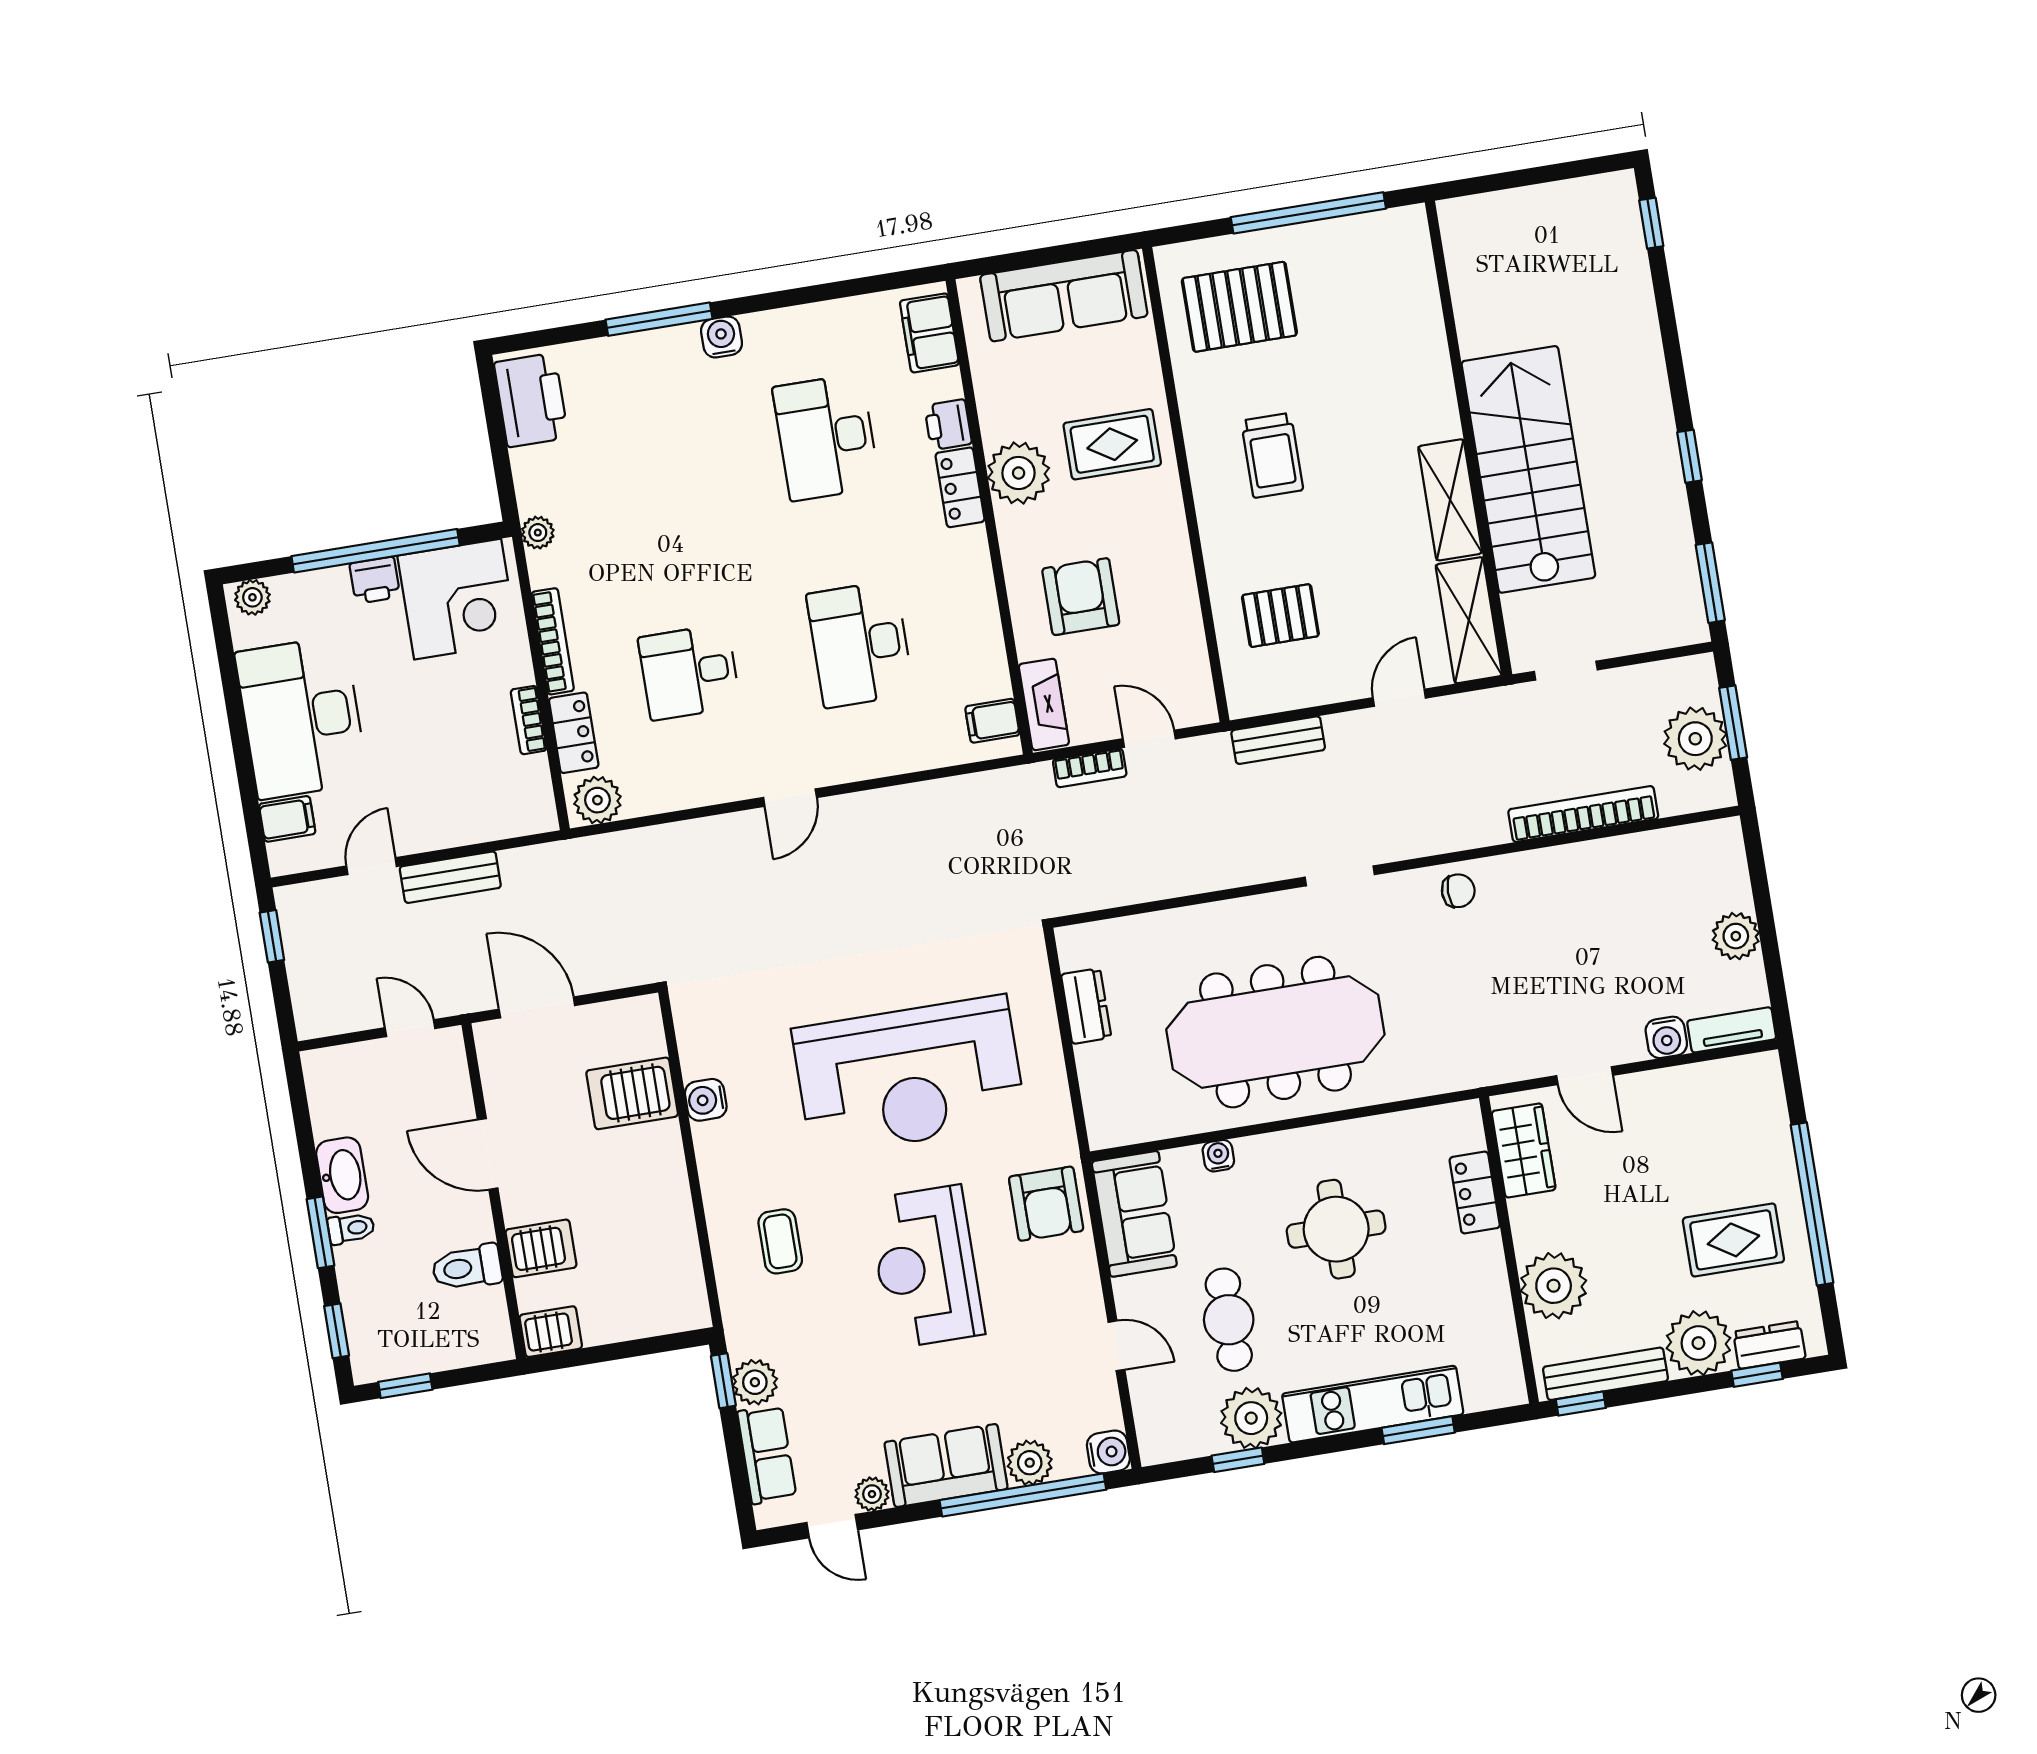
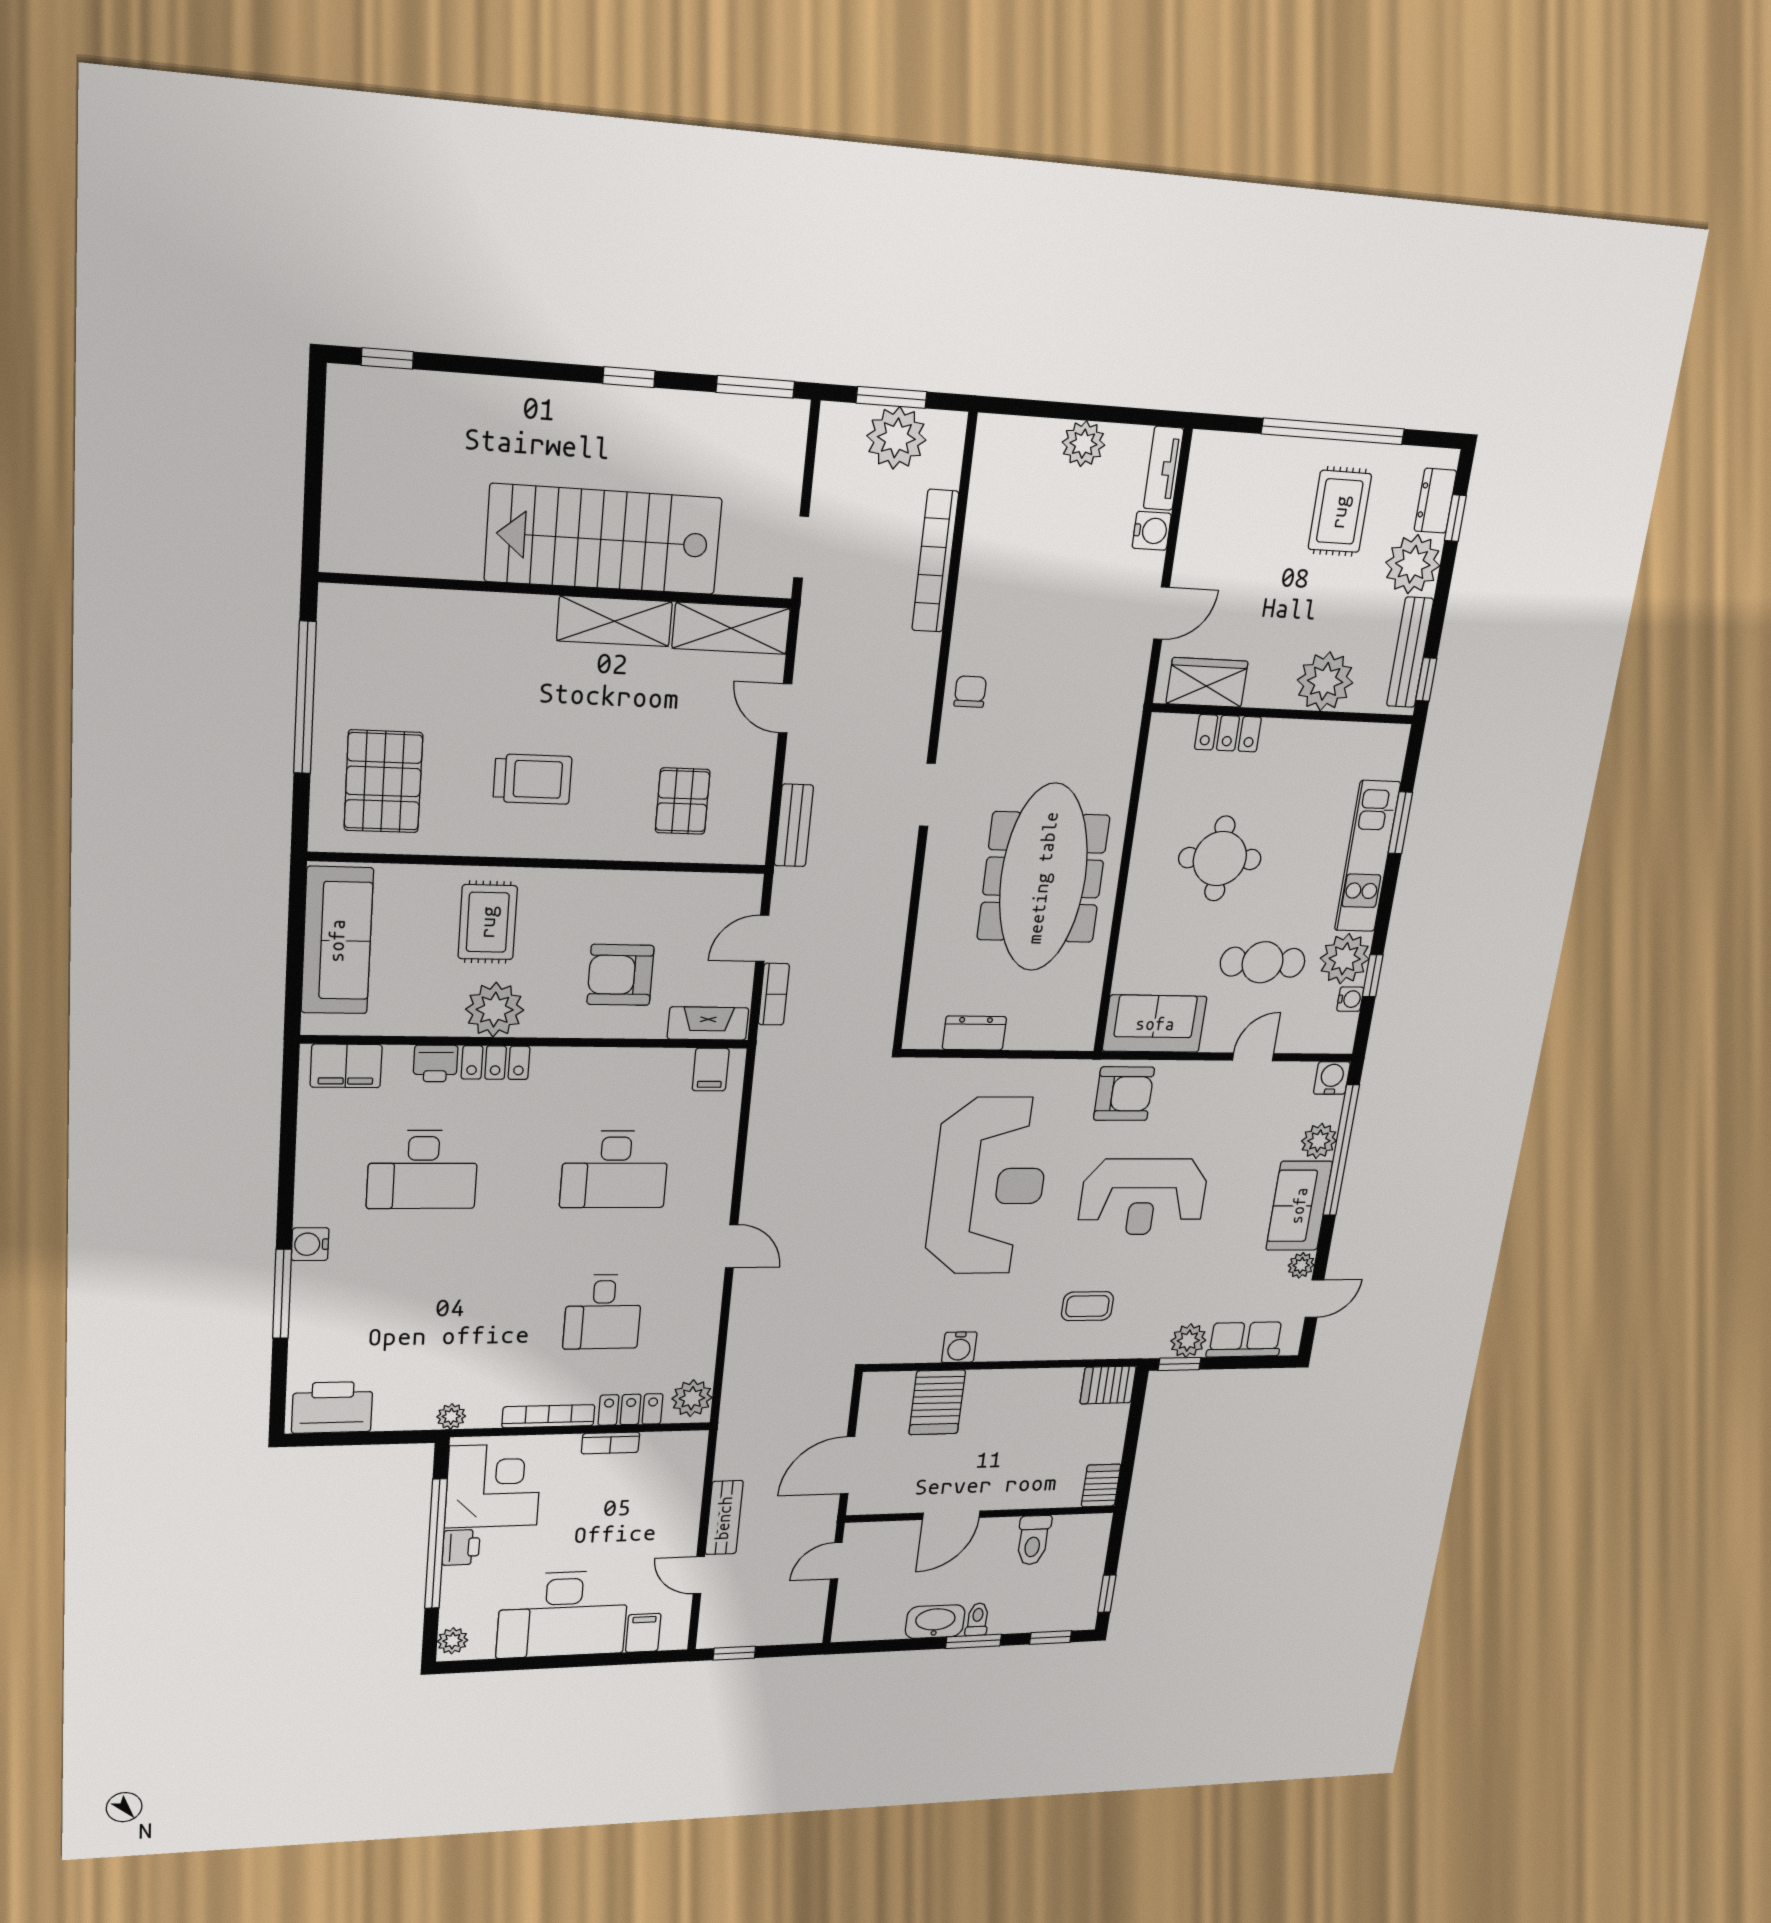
water cooler: (1218, 1156) -> (1350, 999), moved, turned 180
server rack: (541, 1248) -> (1108, 1385), moved, turned -90

